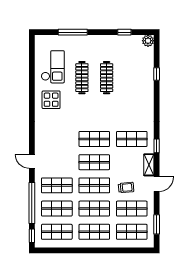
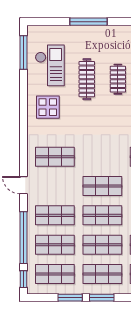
window: (73, 32) -> (89, 22), moved
window: (32, 57) -> (24, 52), added
clothes rail: (107, 78) -> (118, 79), width x0.73
shop shelf: (94, 139) -> (55, 157), moved
window: (69, 250) -> (70, 298), added
window: (94, 250) -> (102, 298), added

